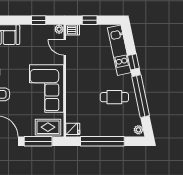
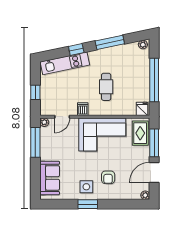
window: (39, 20) -> (35, 142), width x2.17
dishwasher: (73, 30) -> (83, 109), moved
window: (141, 96) -> (110, 42), width x0.68
cafe table: (114, 97) -> (106, 87), moved

